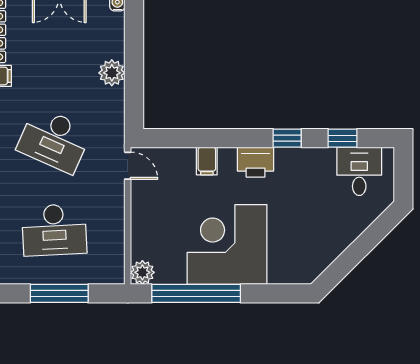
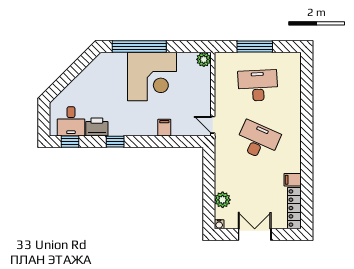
plant: (112, 73) -> (223, 200), moved
window: (343, 138) -> (70, 142), moved
printer: (256, 162) -> (97, 127), moved
window: (196, 293) -> (139, 47), moved

